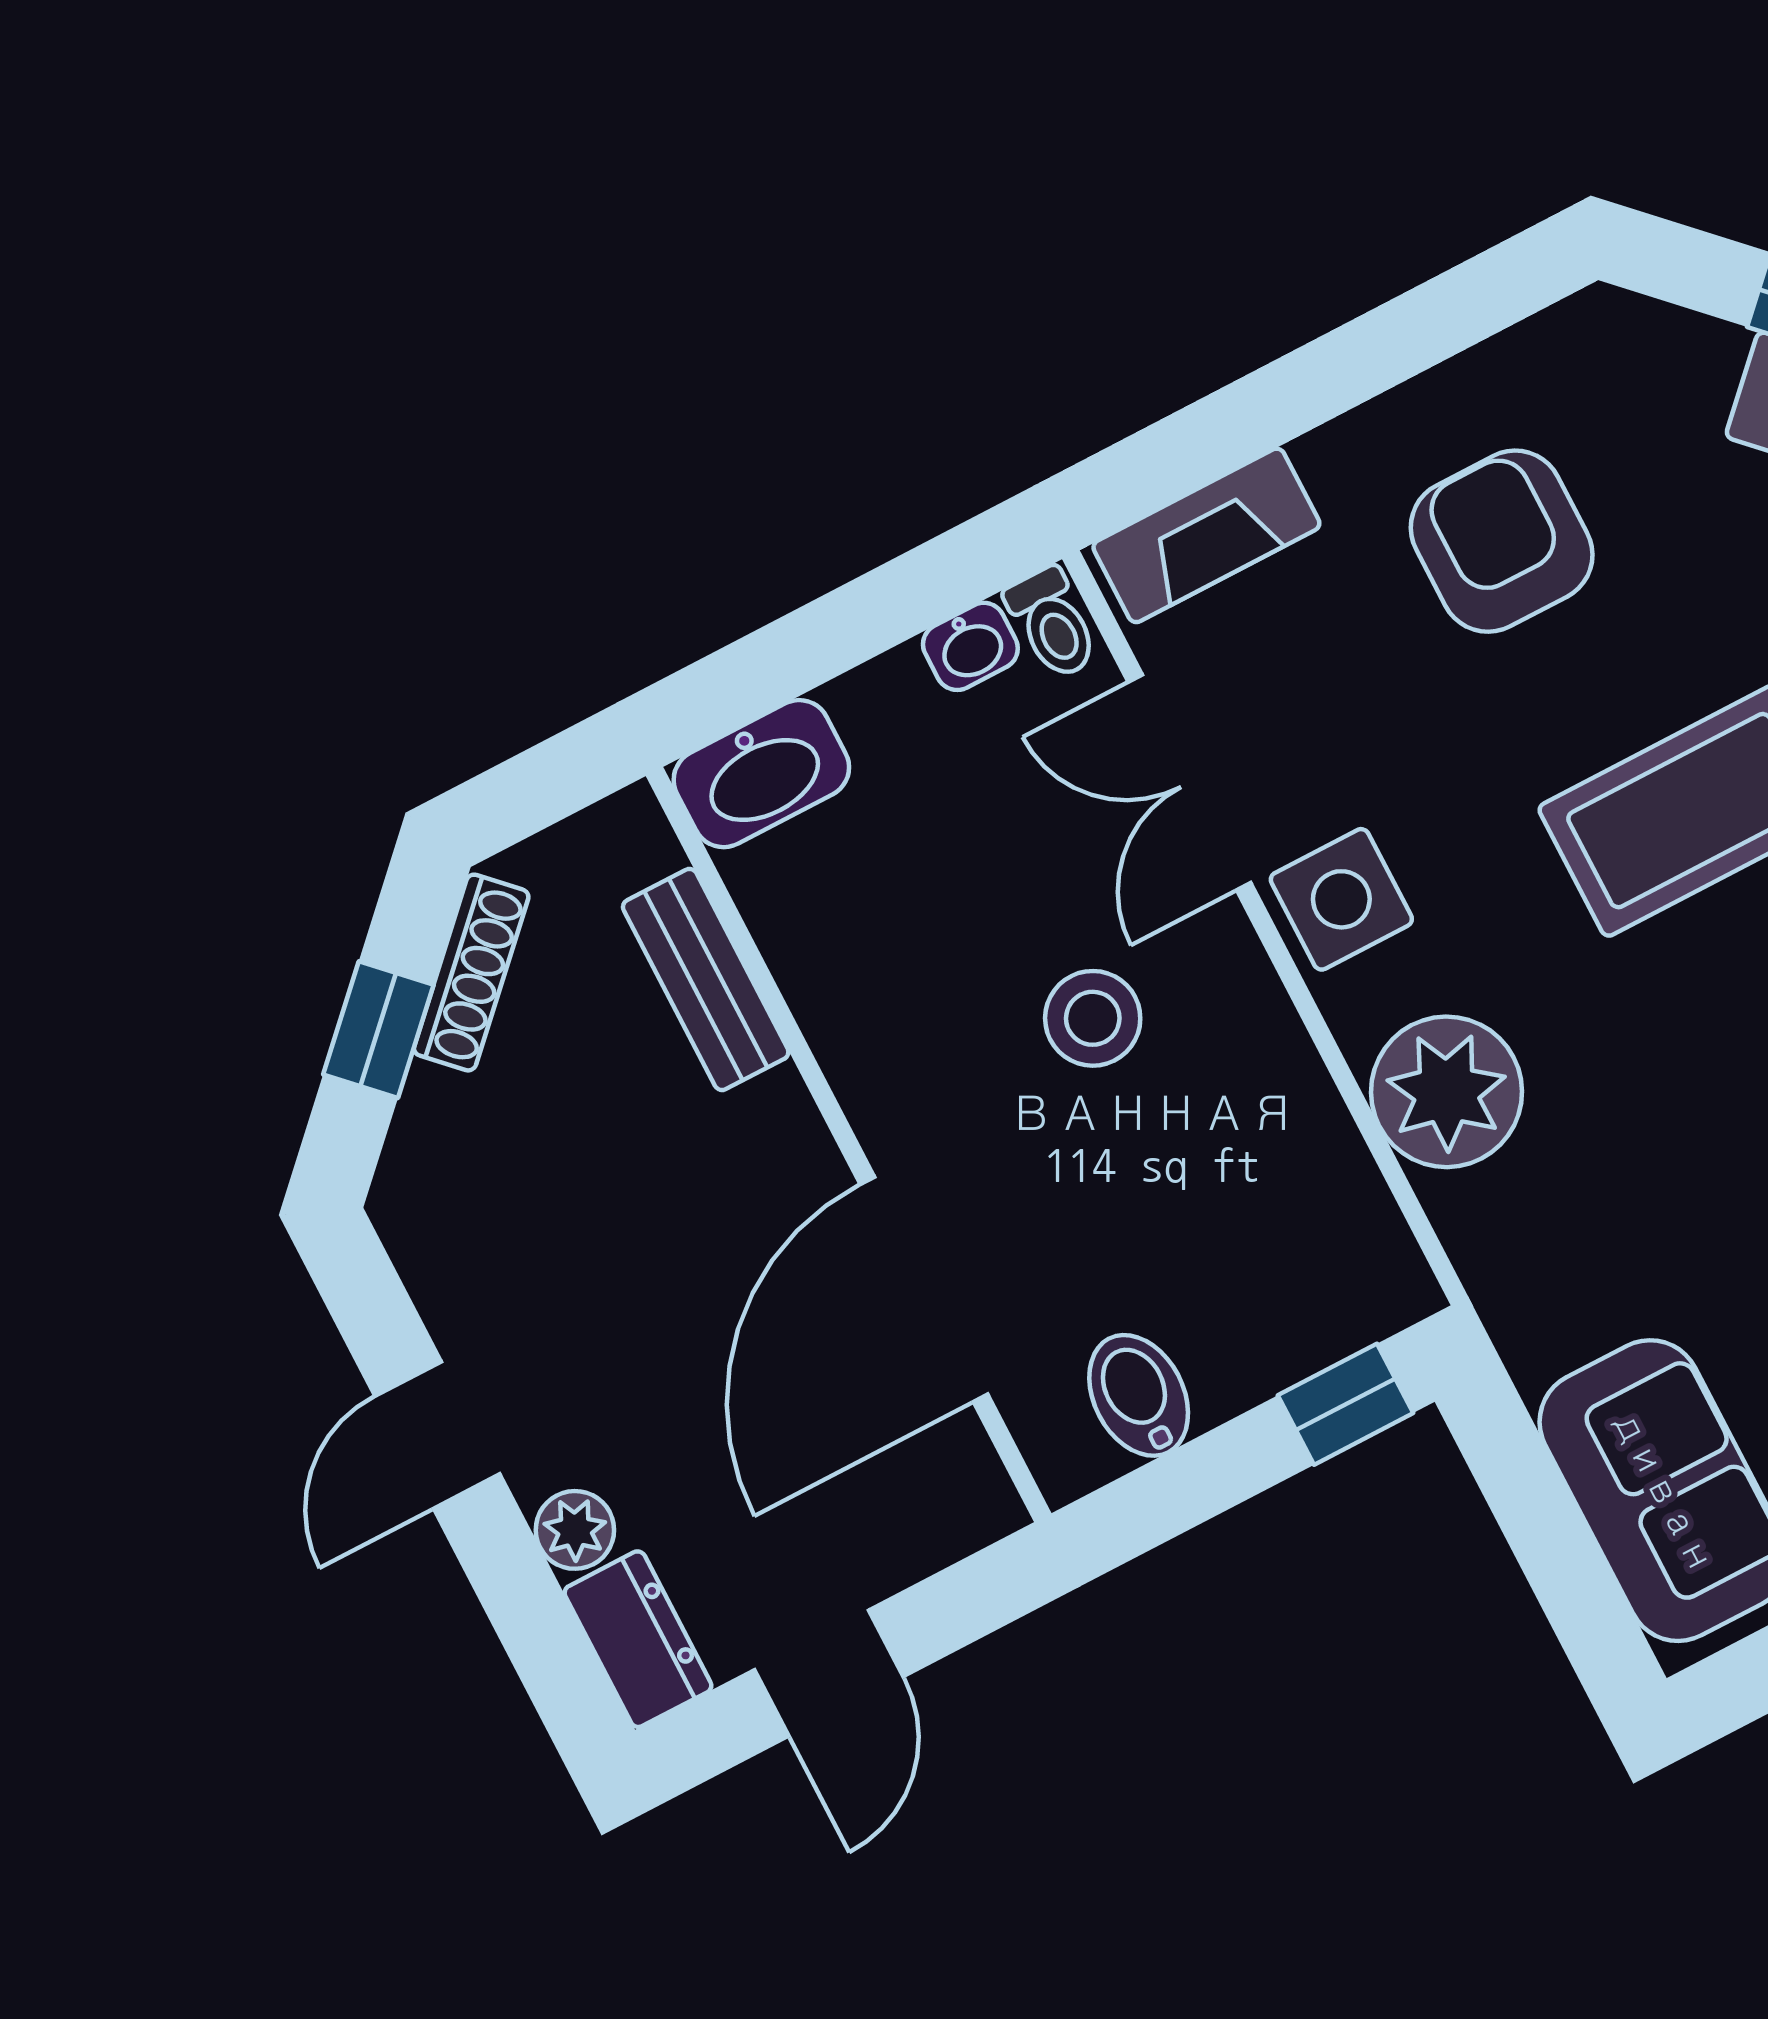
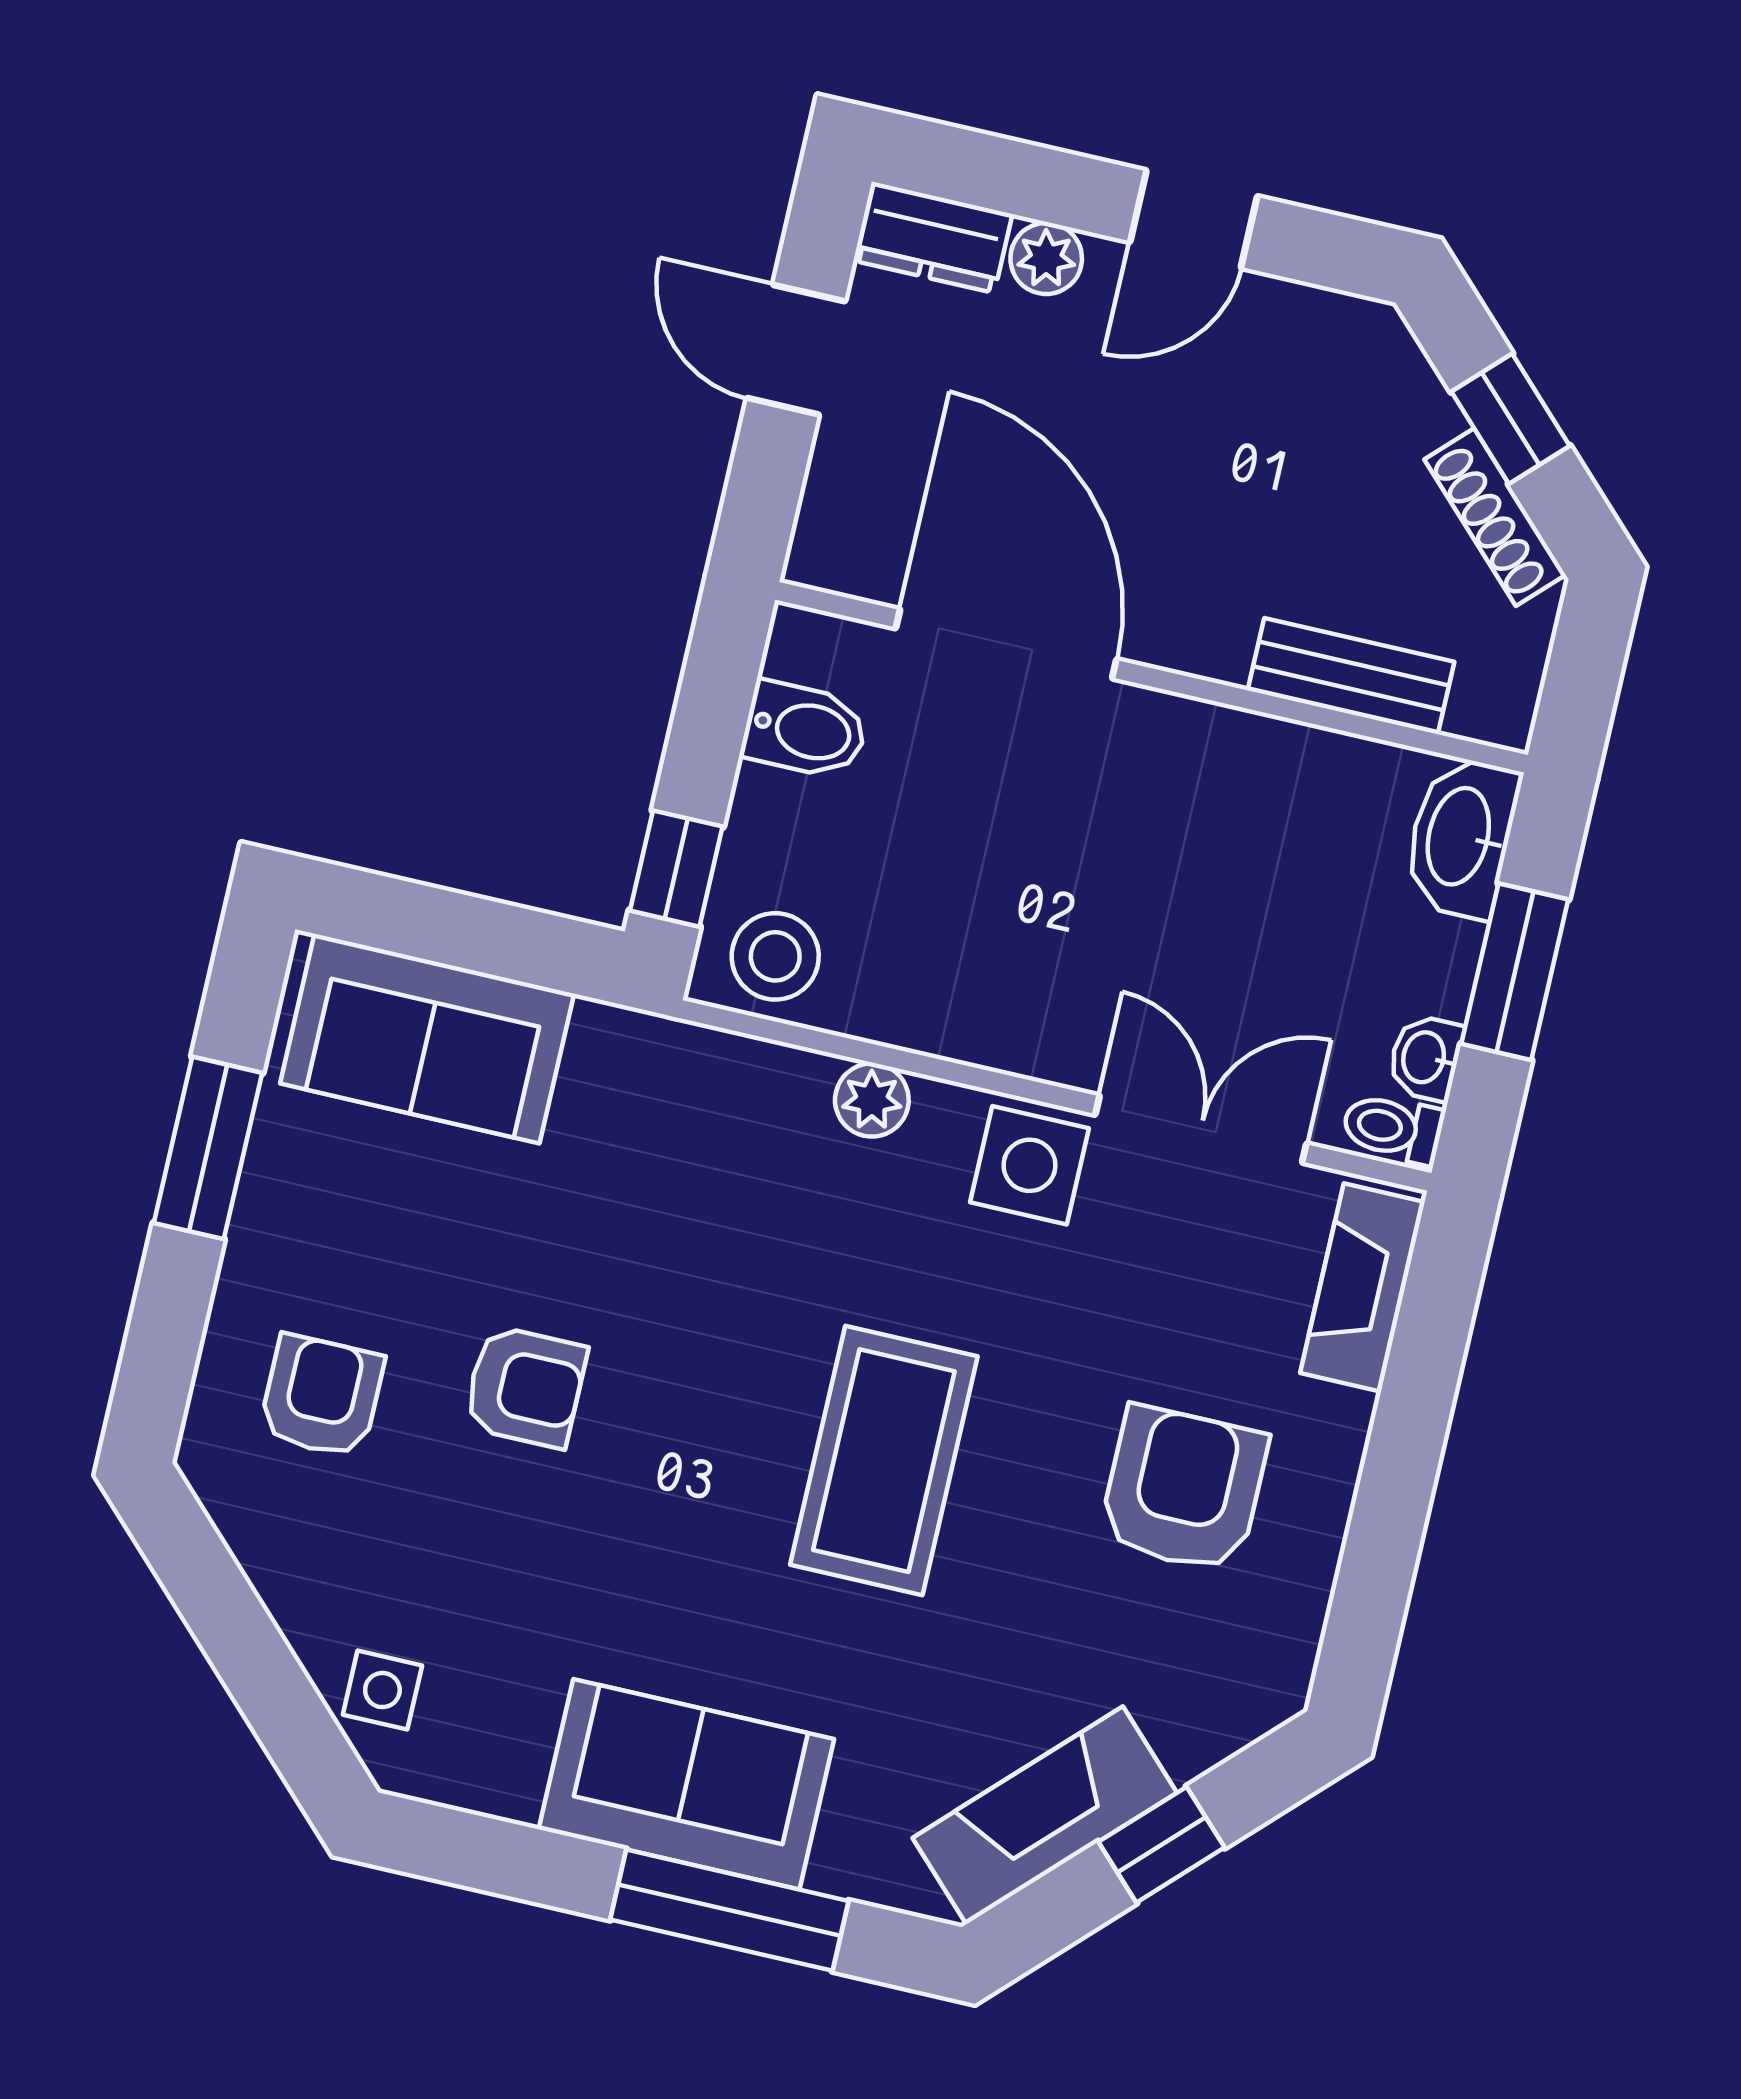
armchair: (1502, 541) -> (1183, 1489), turned -90
window: (835, 633) -> (1515, 972), added
stool: (1093, 1018) -> (775, 956), moved
plant: (1447, 1092) -> (872, 1100), width x0.53, depth x0.53
door: (437, 1435) -> (1194, 219), swing flipped

